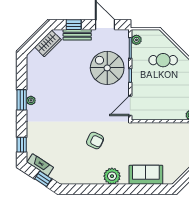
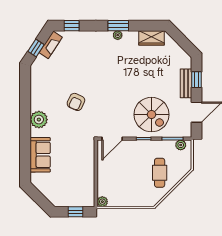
wardrobe: (48, 43) -> (152, 38), moved, turned -45
spiral stairs: (107, 68) -> (152, 115), turned 90
door: (130, 106) -> (112, 139), swing flipped

